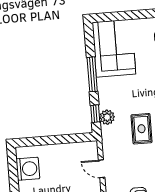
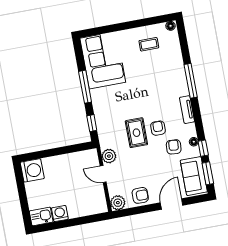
plant: (107, 117) -> (109, 156), moved
washing machine: (28, 169) -> (32, 170), moved

